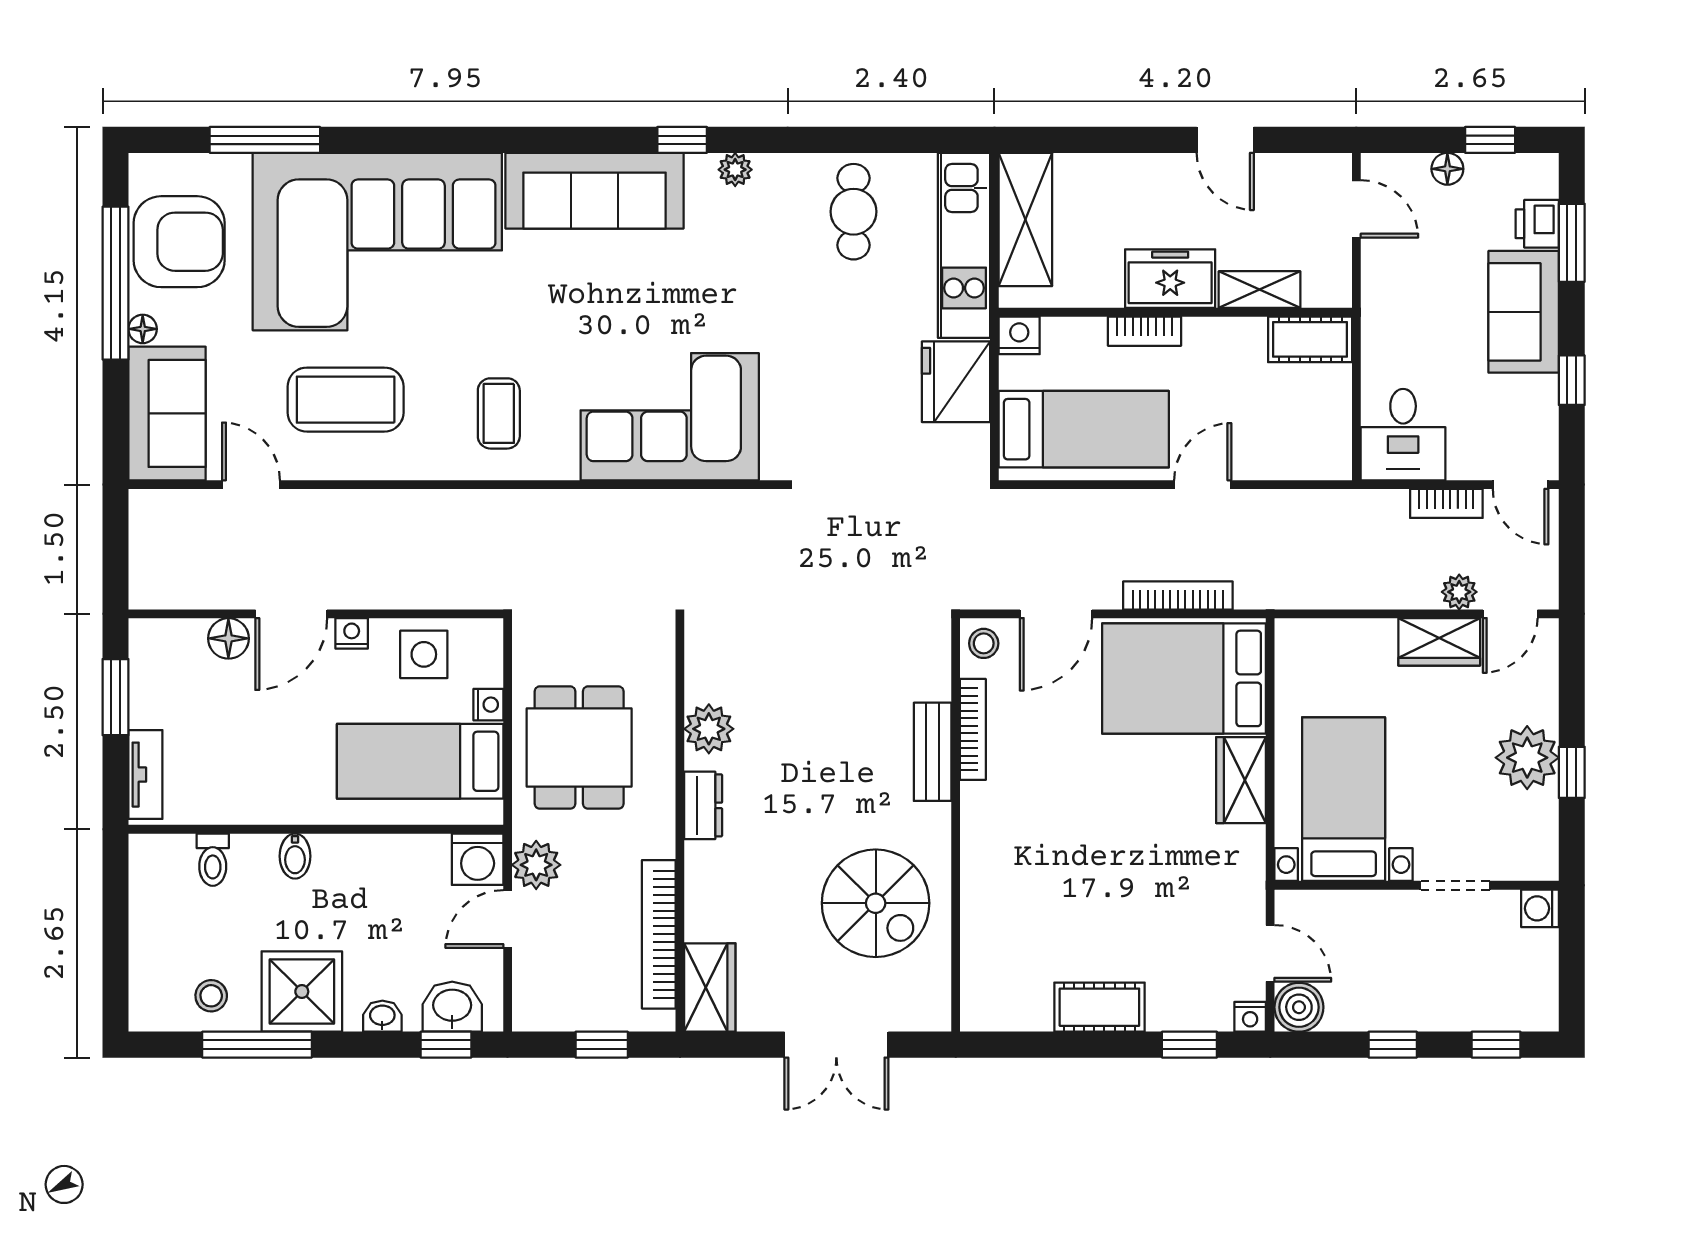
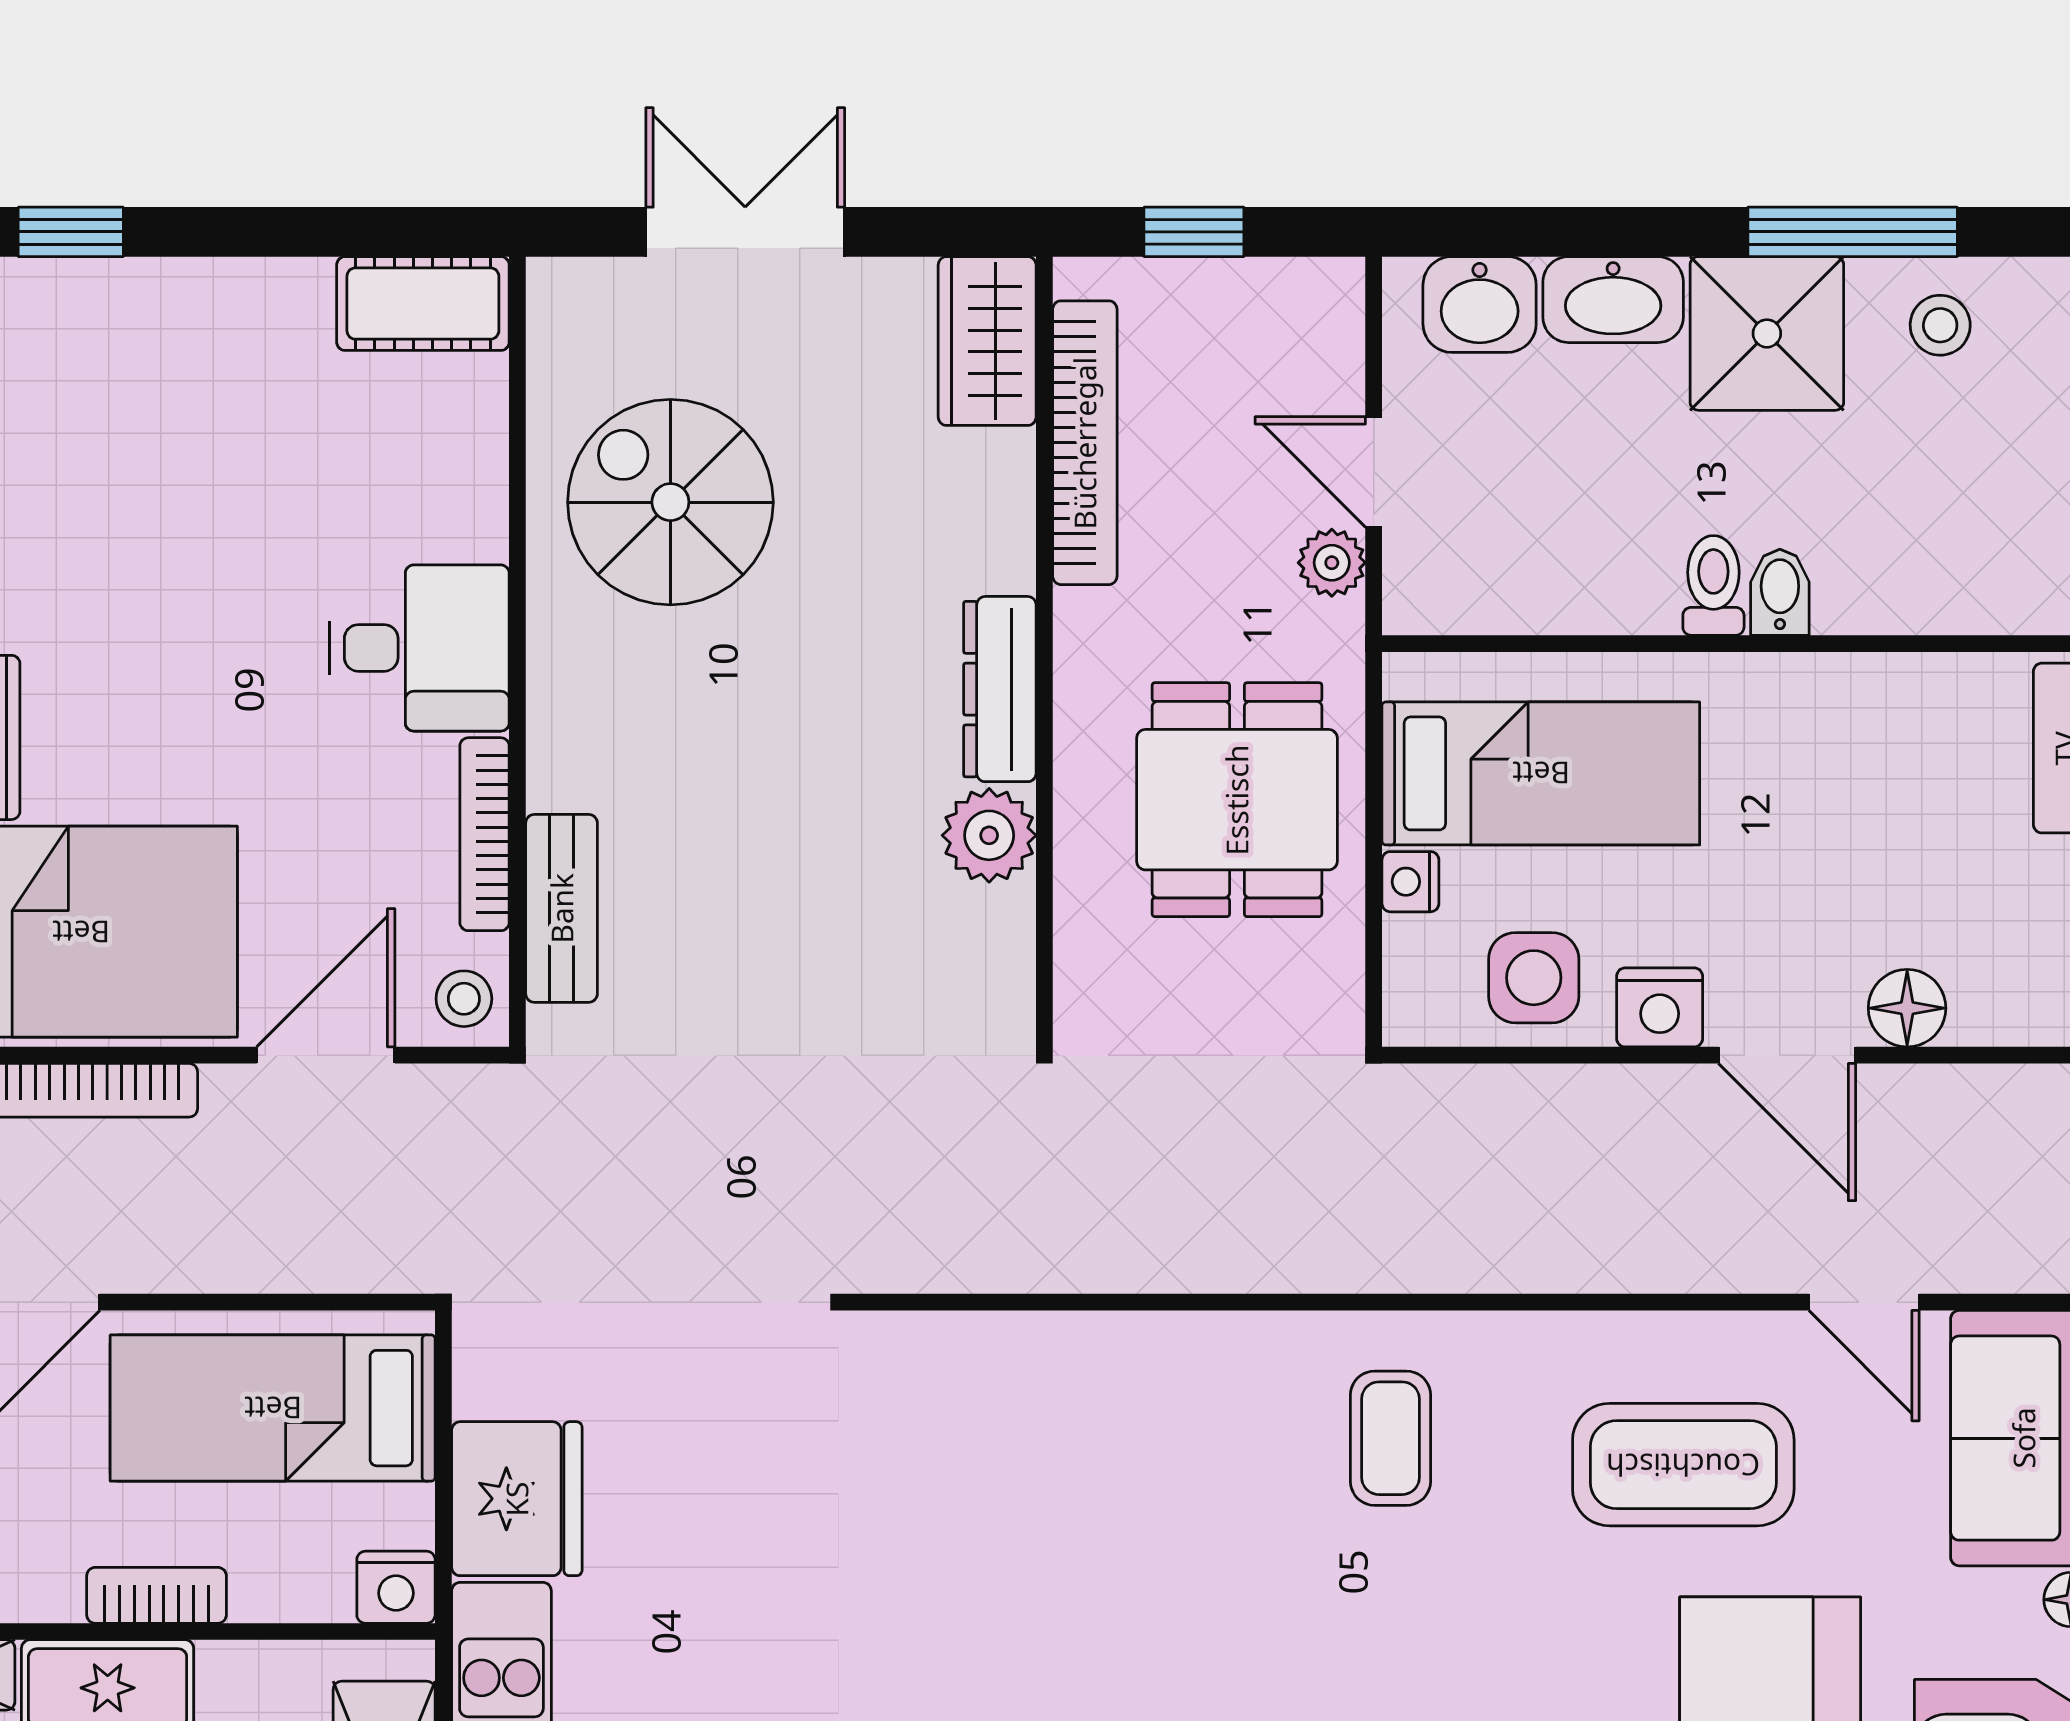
corner sofa: (670, 417) -> (1064, 1432), removed
door: (291, 614) -> (1787, 1055), swing flipped
nightstand: (352, 633) -> (1660, 1007), width x1.39, depth x1.35
bench: (933, 752) -> (562, 908), moved
dresser: (703, 805) -> (1000, 689), width x1.44
desk: (1007, 827) -> (420, 648), added
washing machine: (478, 859) -> (1431, 586), removed
toilet: (213, 860) -> (1713, 585), moved
plant: (536, 865) -> (1332, 563), width x0.73, depth x0.73
door: (508, 919) -> (1374, 472), swing flipped
cot: (1099, 1007) -> (423, 304), moved
washbasin: (382, 1016) -> (1613, 300), width x1.91, depth x1.45
window: (446, 1045) -> (1491, 232), removed

